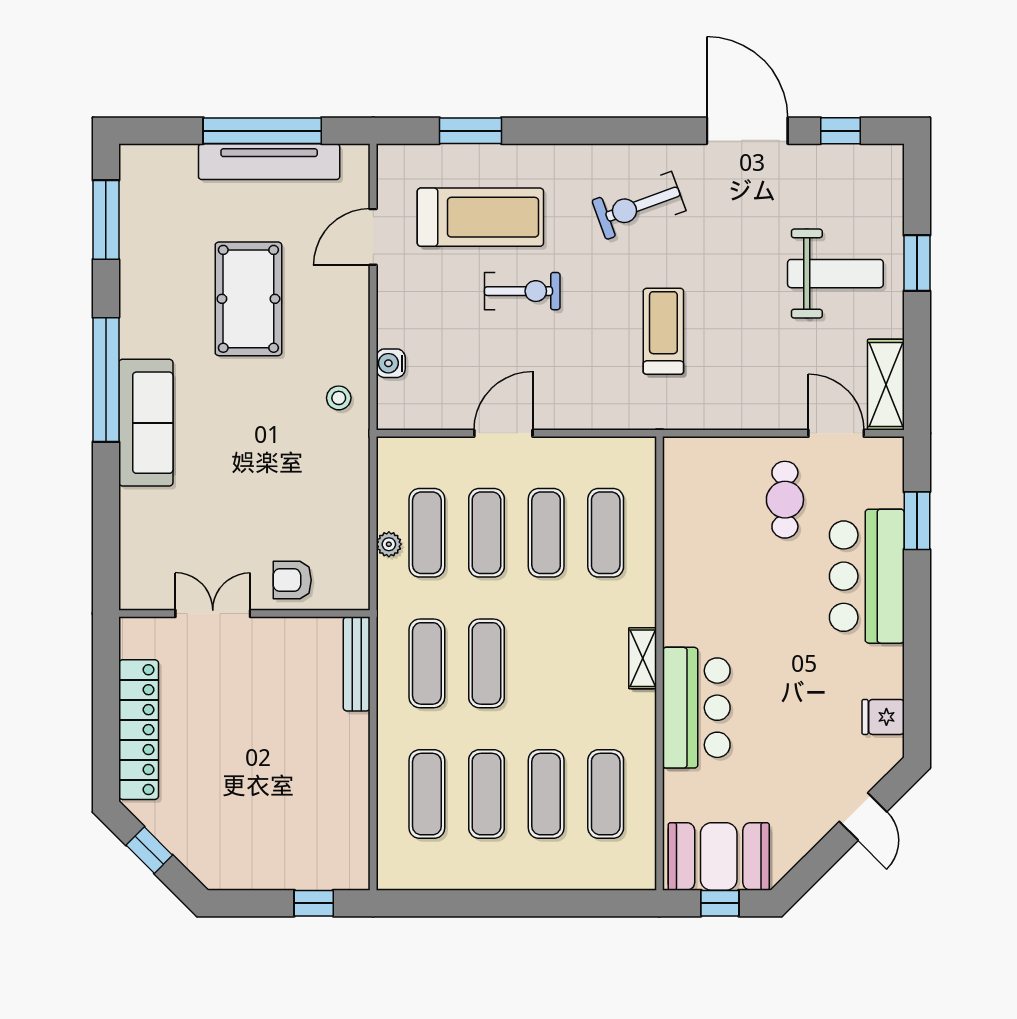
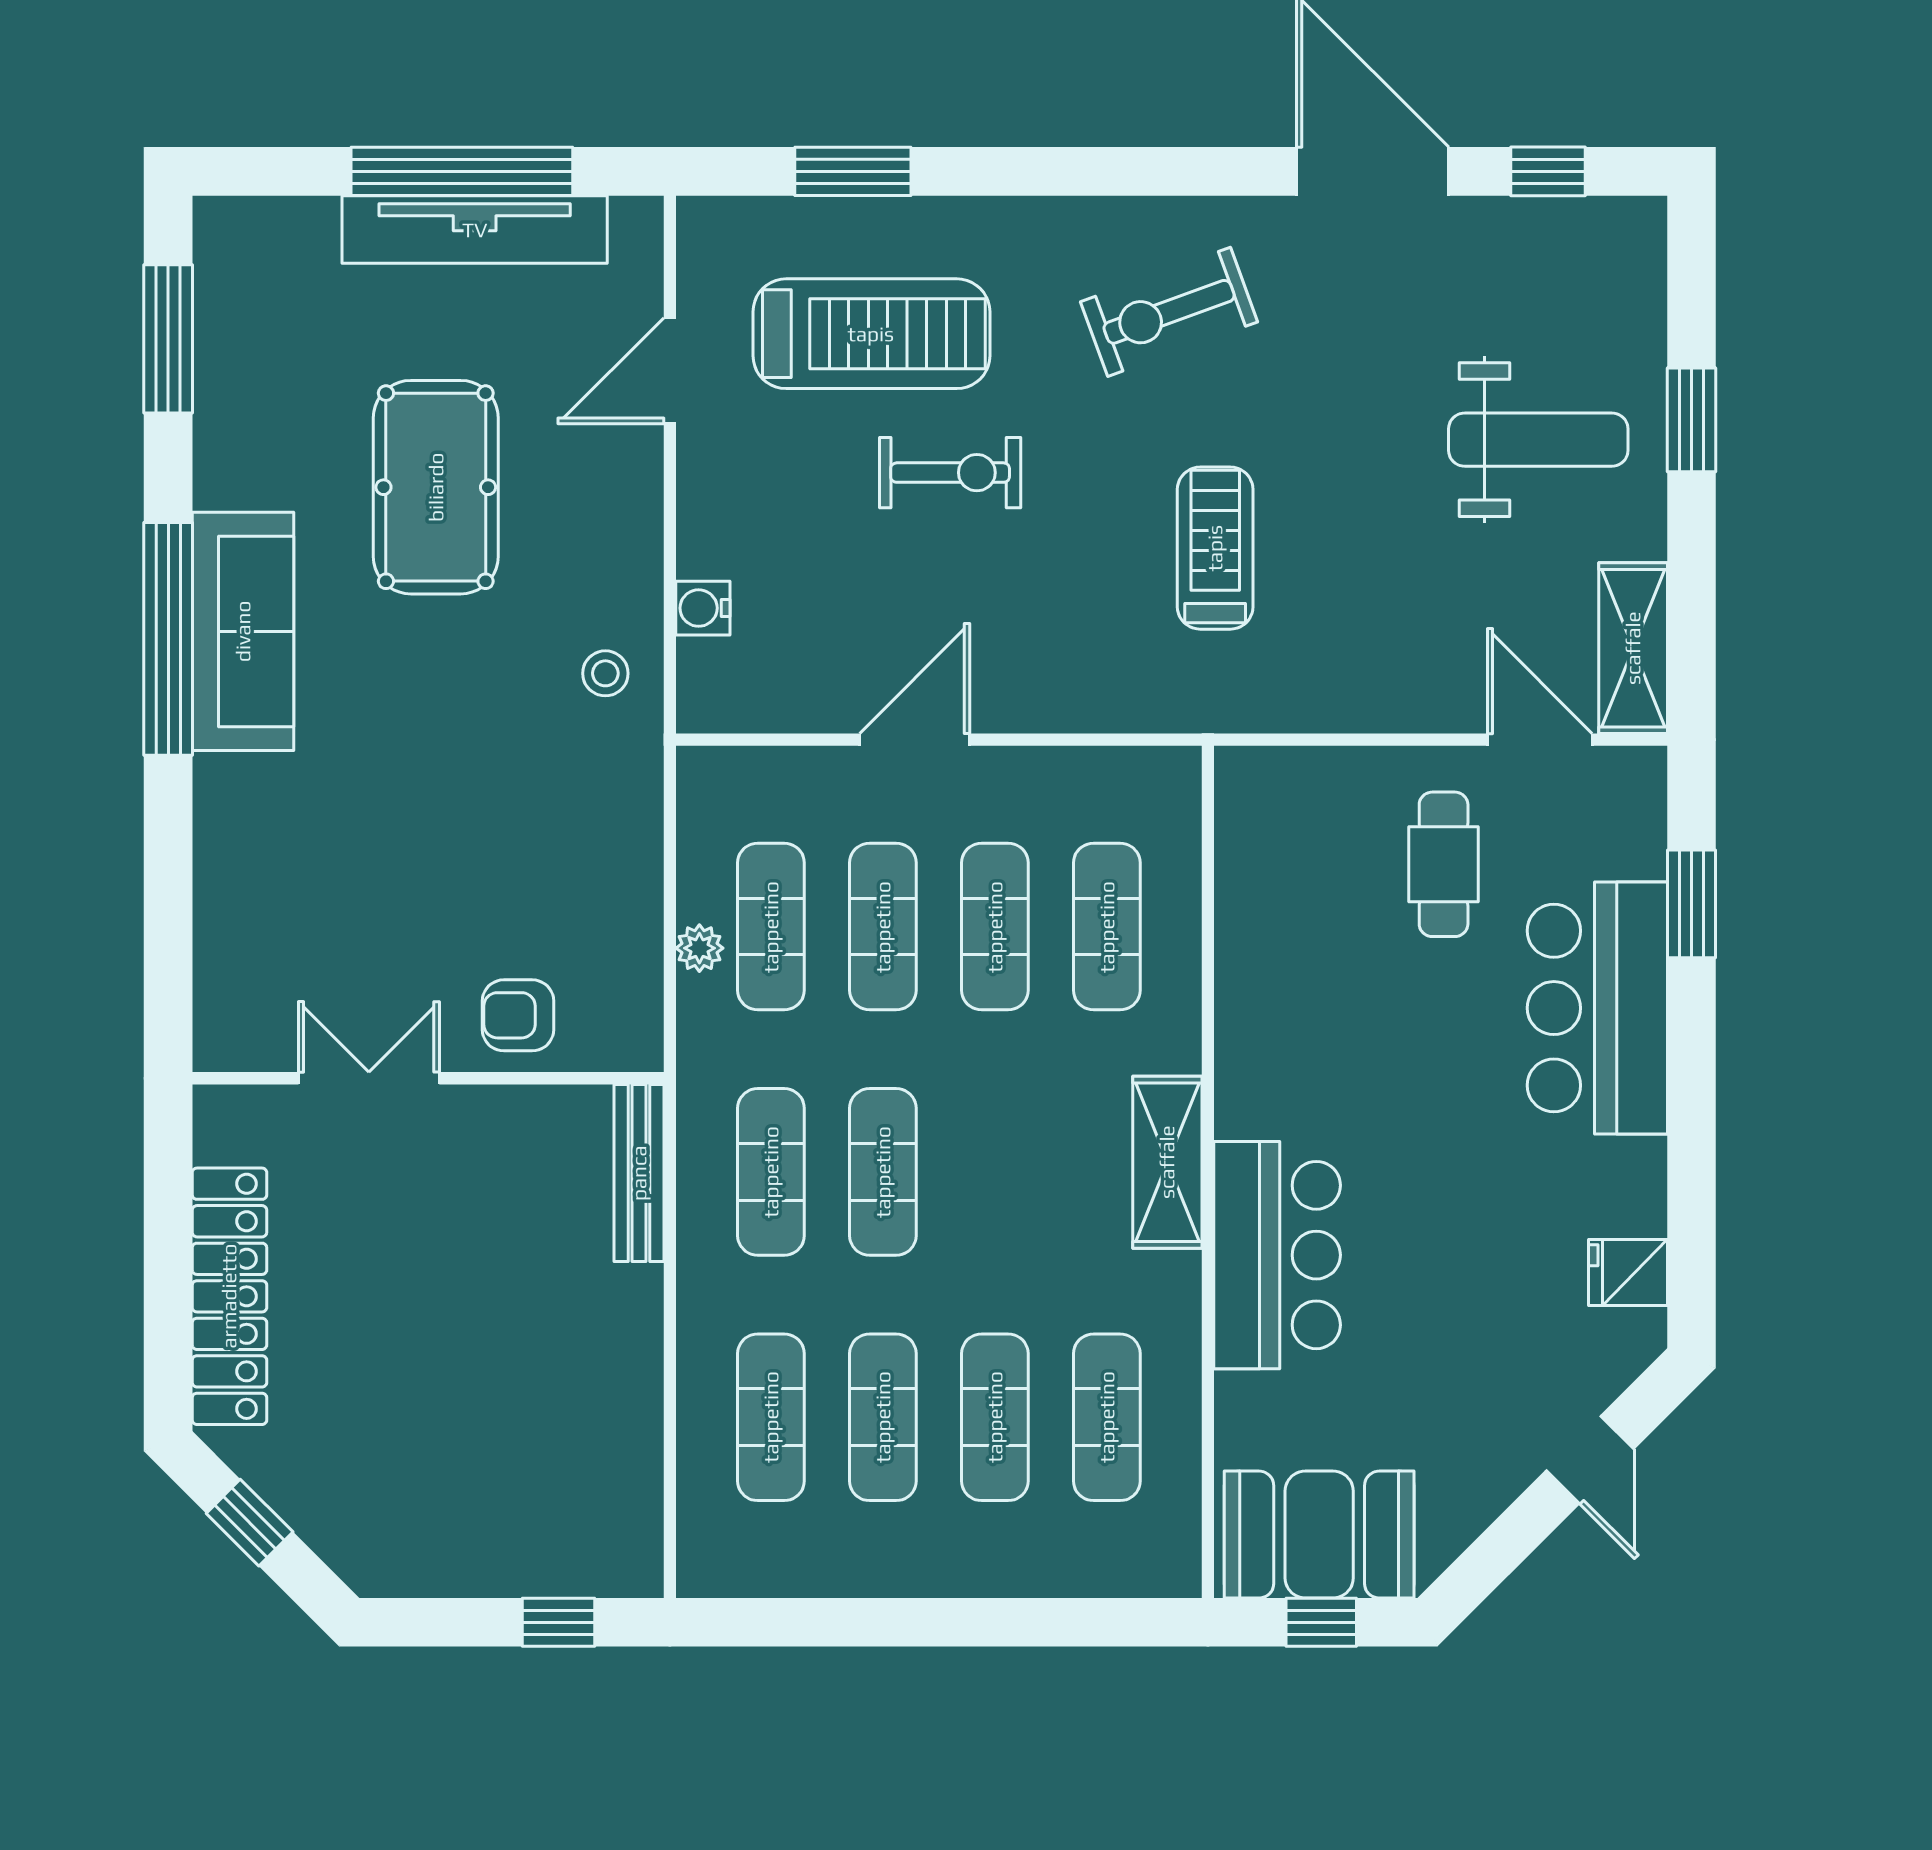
sofa: (146, 423) -> (243, 631), moved
shelving: (643, 658) -> (1167, 1162), width x1.50, depth x1.33

